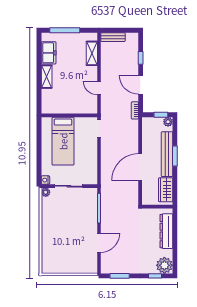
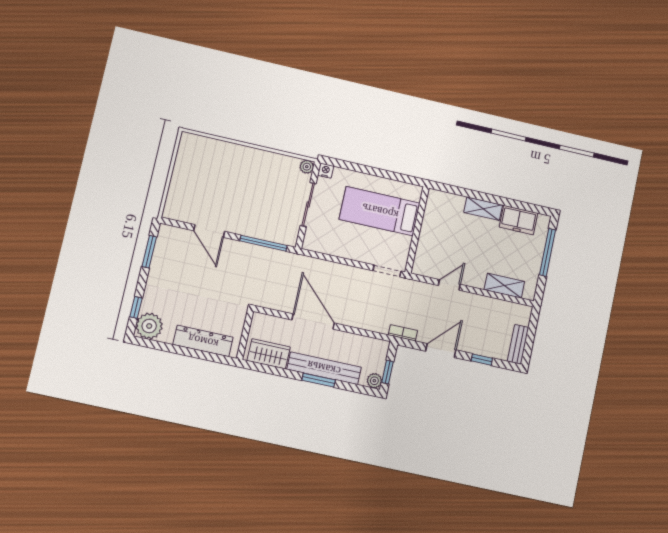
bench: (113, 37) -> (518, 344), moved

